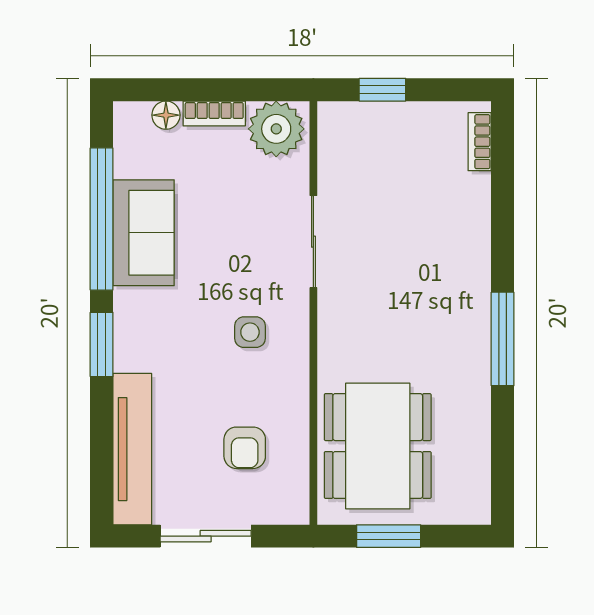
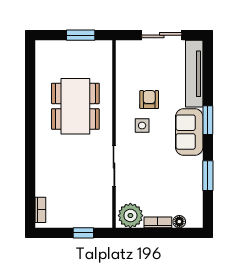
window: (102, 219) -> (208, 176), width x0.47
sofa: (144, 233) -> (189, 132), moved
window: (503, 339) -> (30, 122), removed
dining table: (378, 446) -> (75, 106), moved
armchair: (245, 448) -> (149, 100), moved

